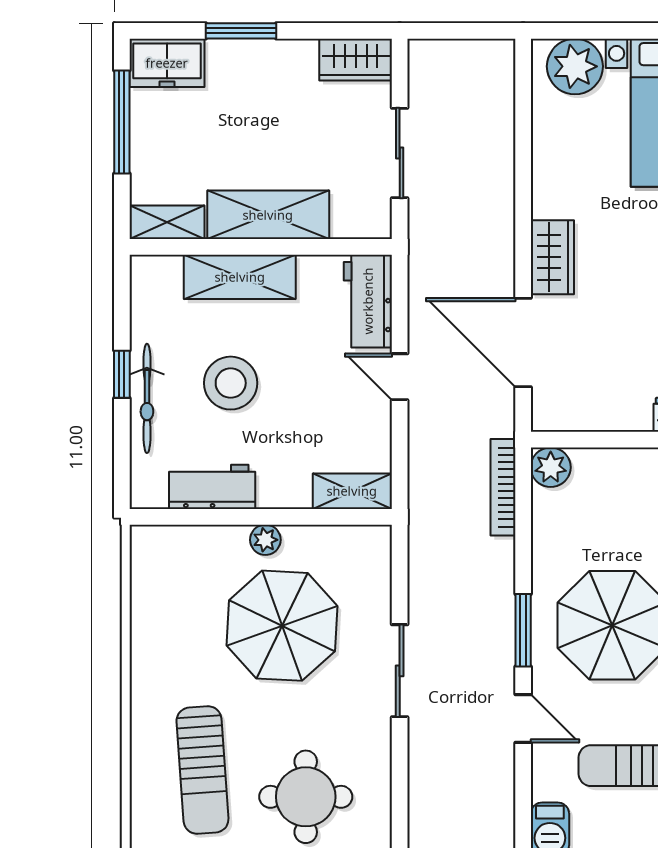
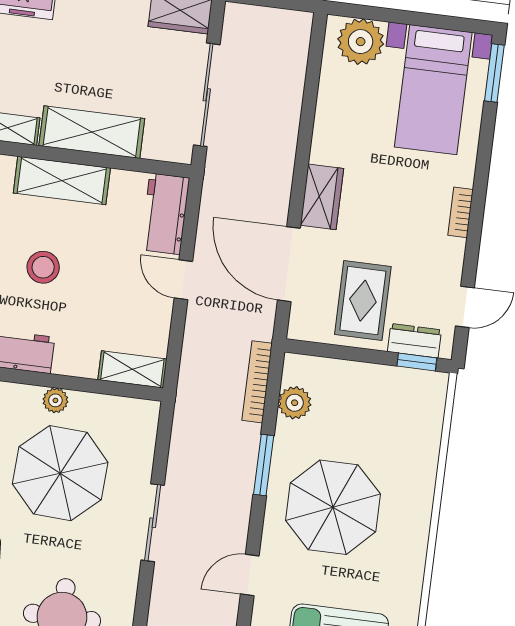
sliding door: (400, 153) -> (207, 95), width x1.37
rug: (617, 375) -> (363, 301), added
stool: (231, 383) -> (43, 267), width x0.73, depth x0.73
plant: (551, 467) -> (295, 403), moved
window: (523, 630) -> (264, 465), moved
door: (523, 718) -> (250, 575), swing flipped

